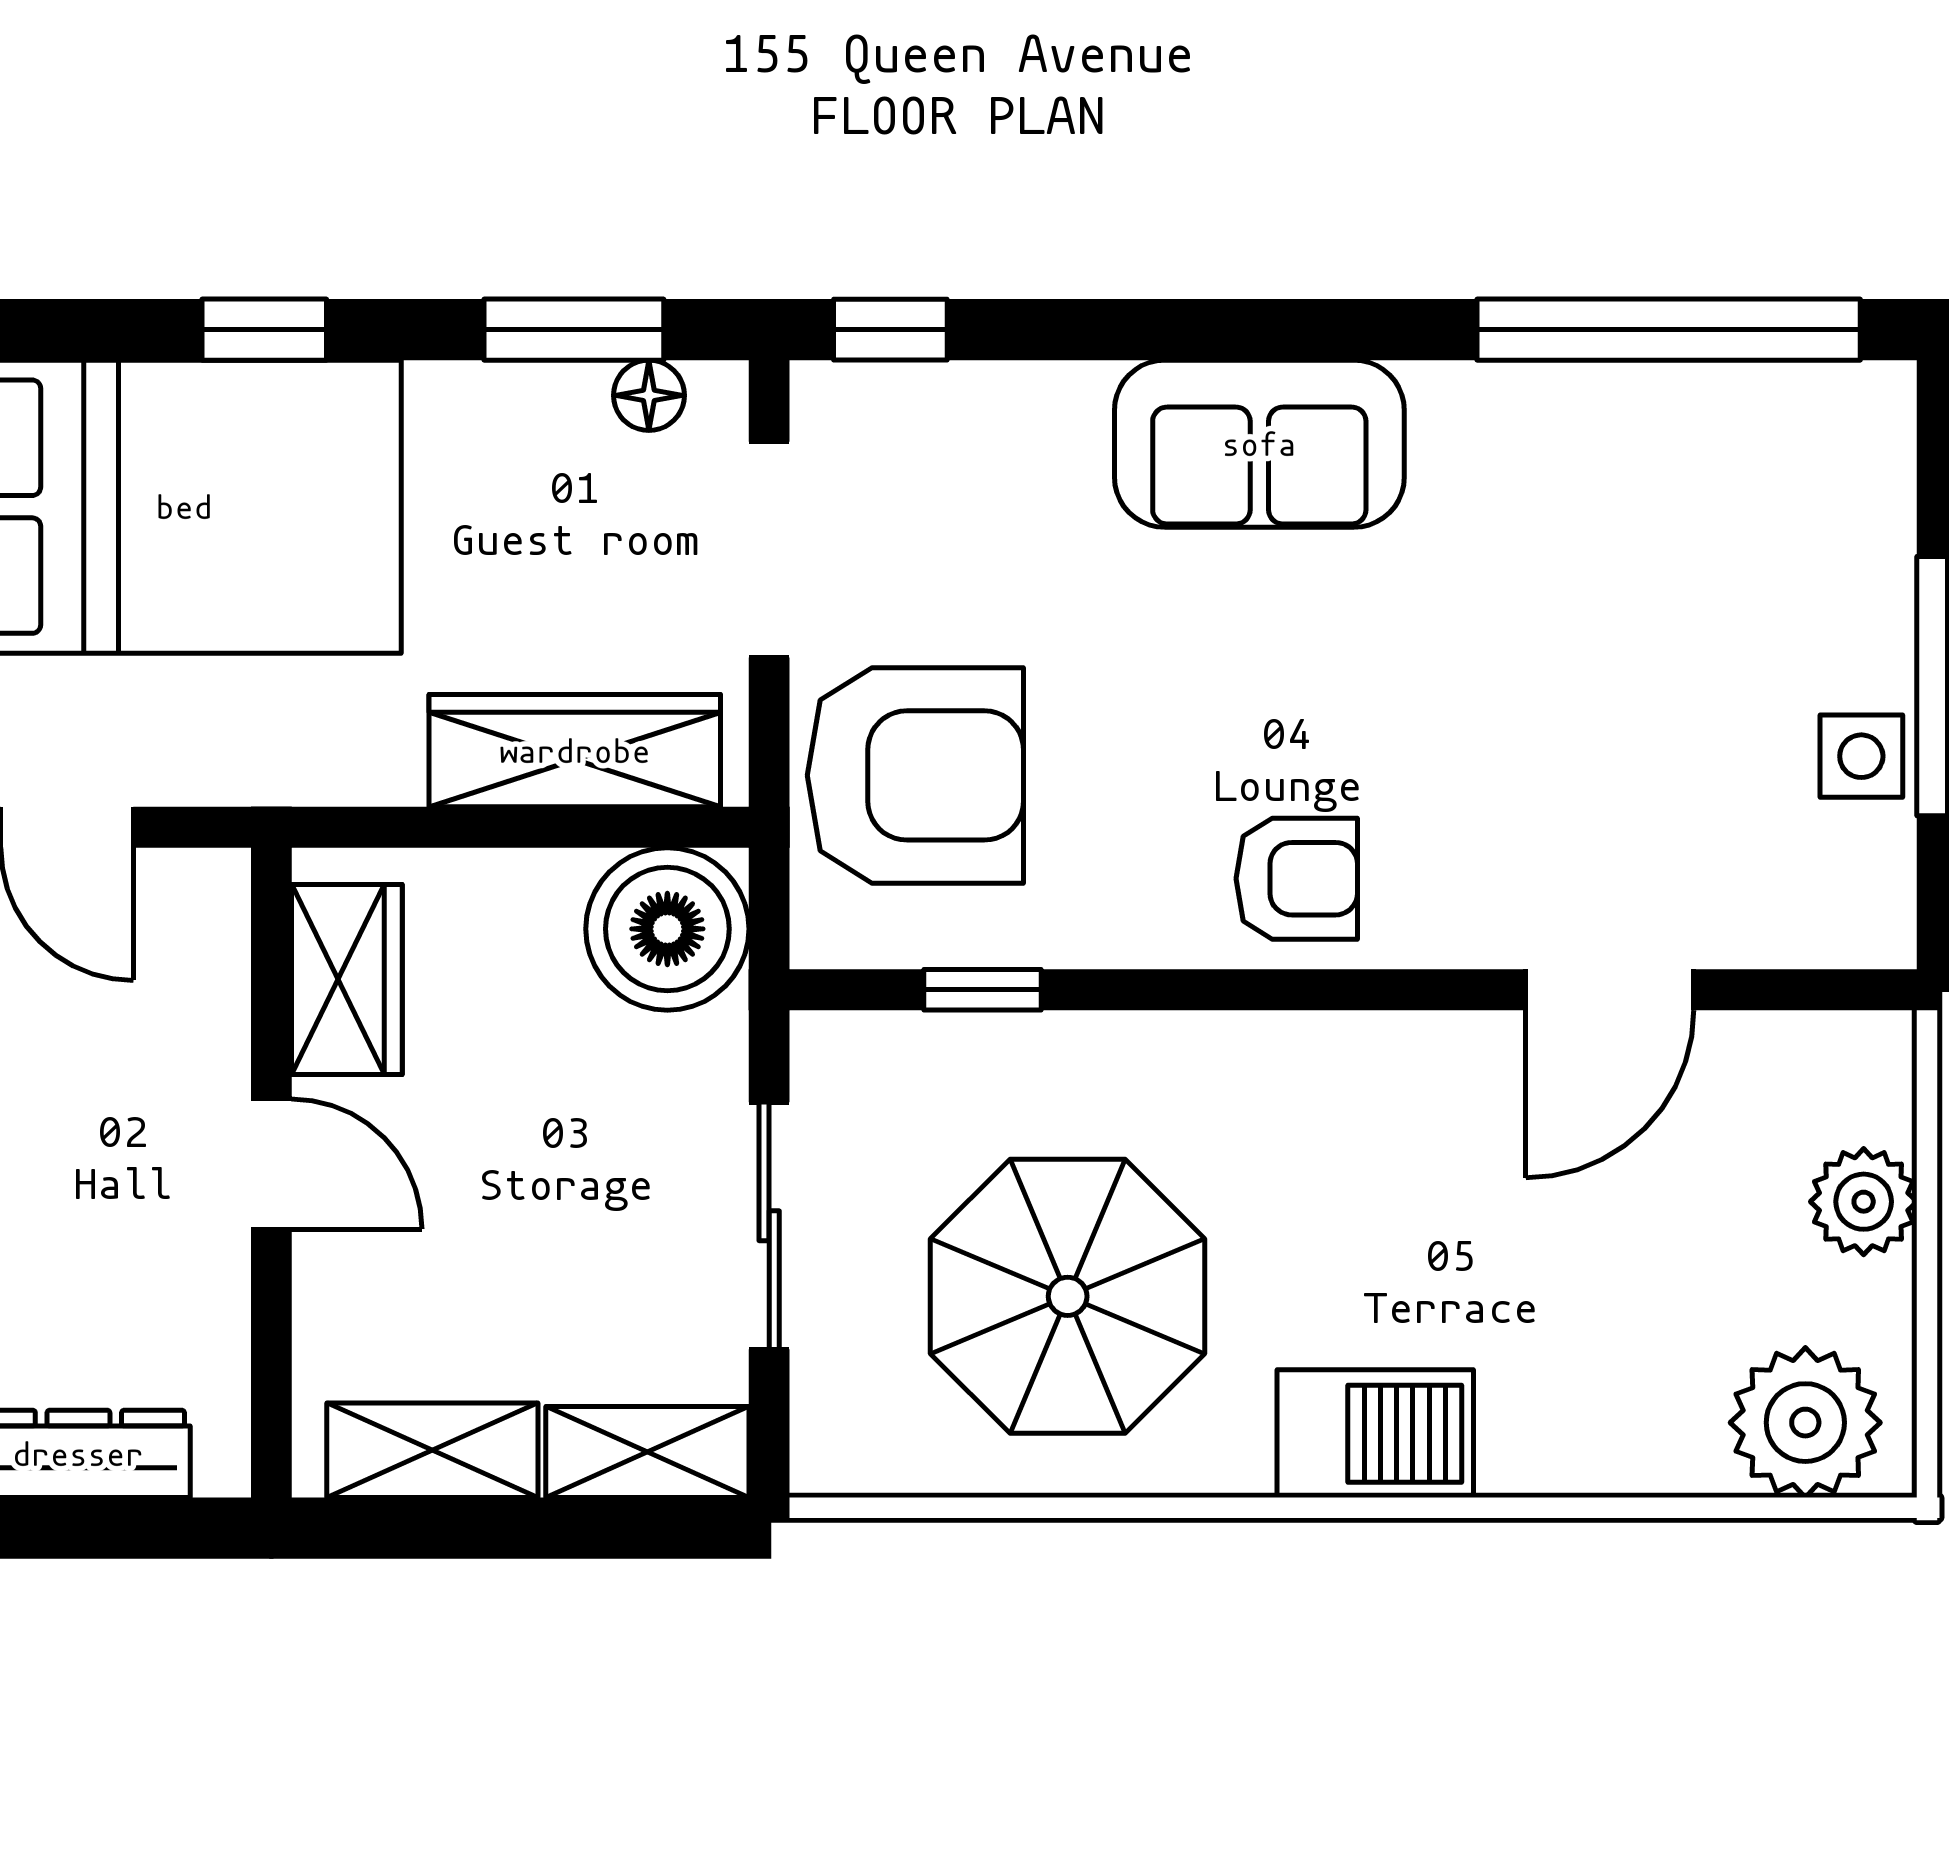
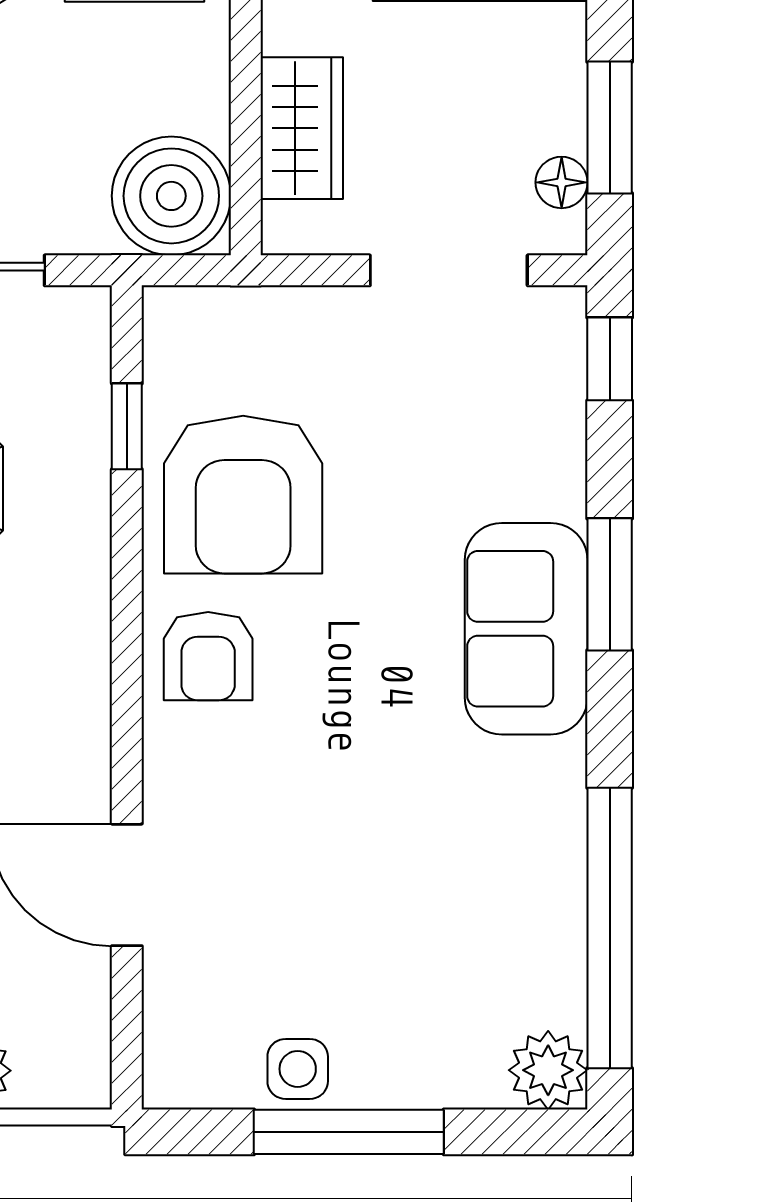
window: (1199, 330) -> (610, 584), added
plant: (1863, 414) -> (548, 1070), added
wardrobe: (575, 751) -> (302, 128), width x0.67
armchair: (915, 775) -> (243, 495), moved

